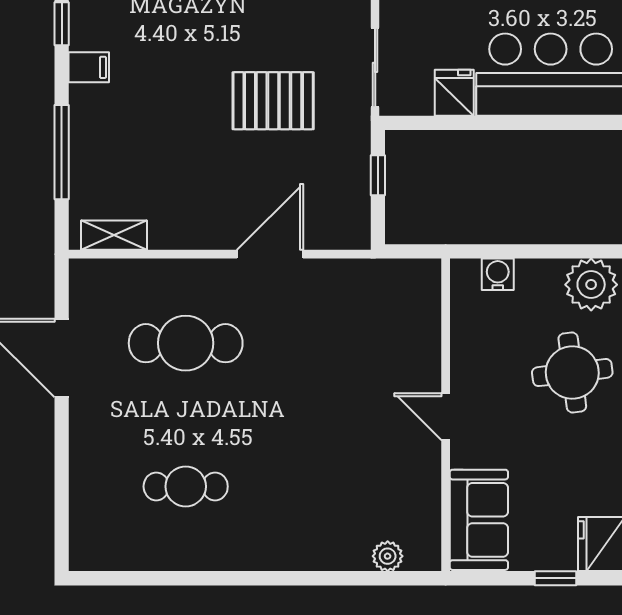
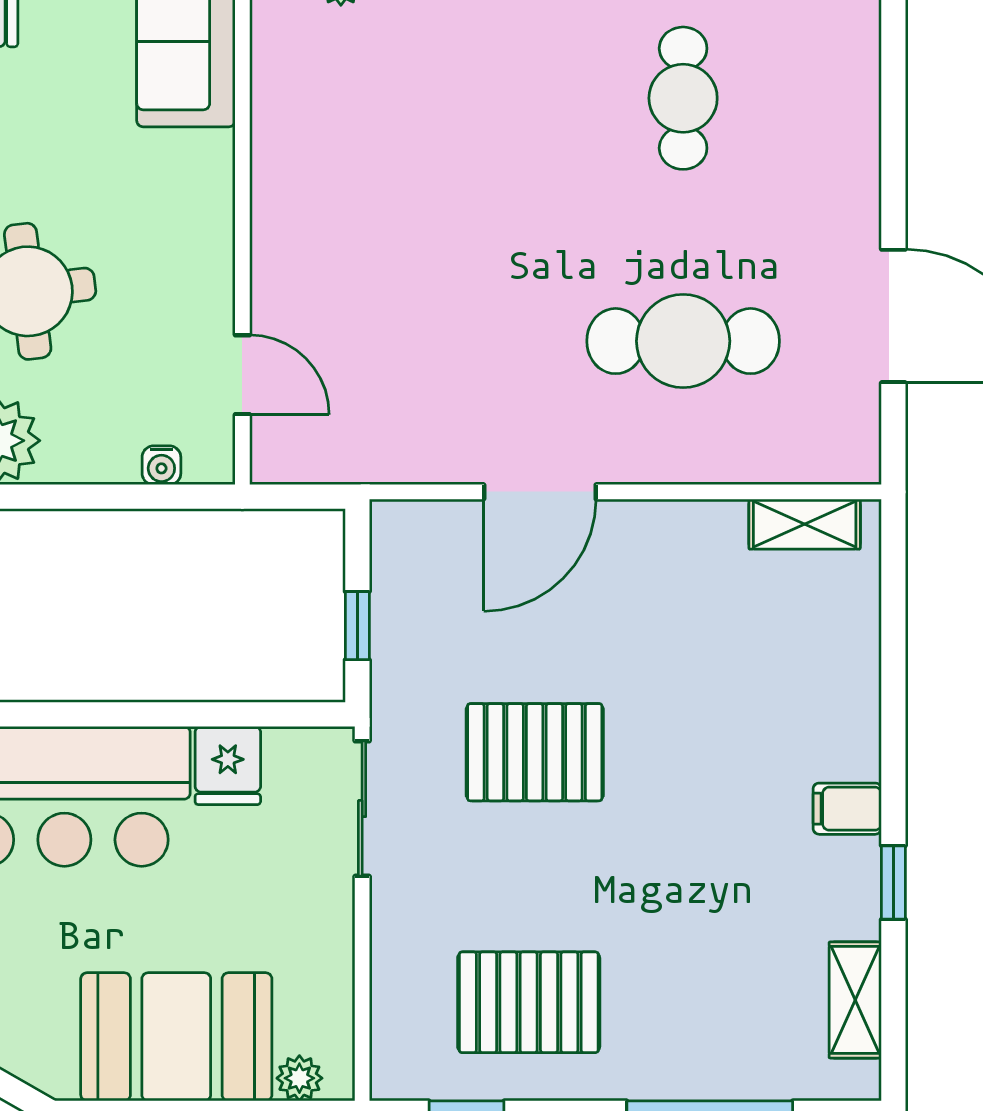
window: (62, 152) -> (893, 665), removed
water cooler: (498, 274) -> (161, 465), width x0.72, depth x0.72
door: (446, 417) -> (242, 375), moved
cafe table: (186, 486) -> (683, 98), turned 90

